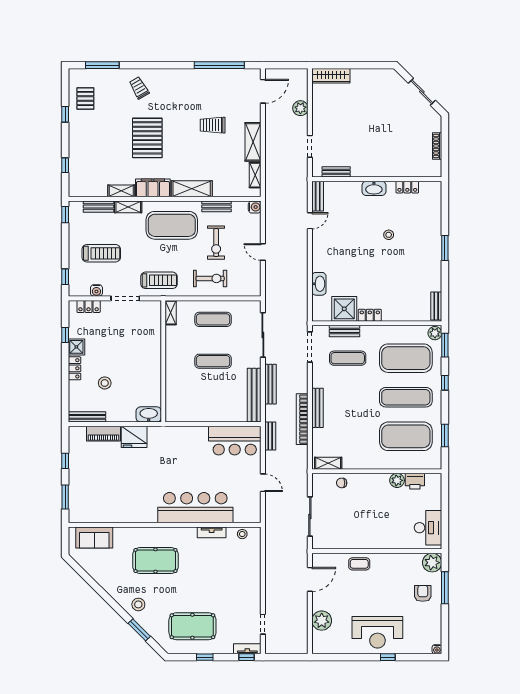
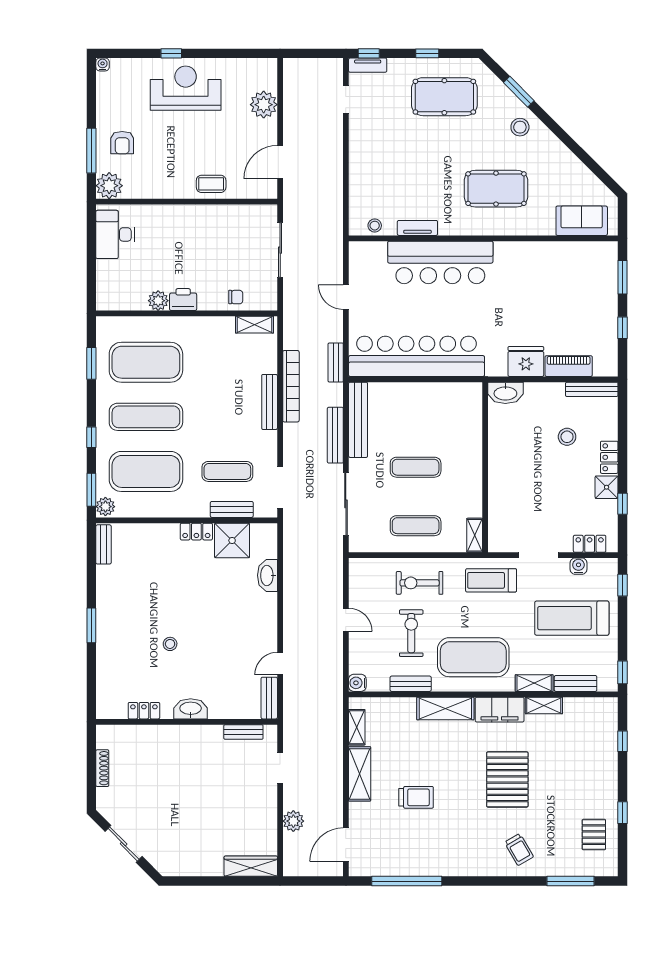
treadmill: (101, 253) -> (572, 618), width x1.37, depth x1.38
bar counter: (235, 441) -> (417, 356), width x1.86
printer: (415, 481) -> (183, 300), moved

